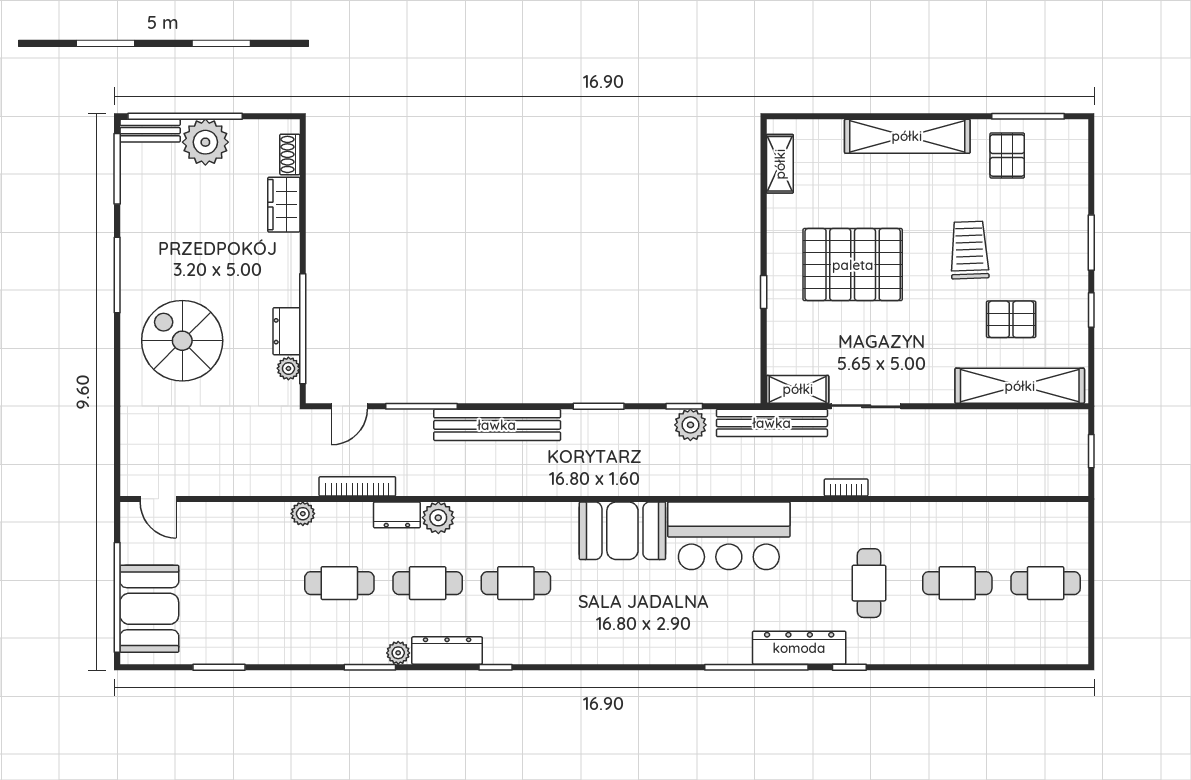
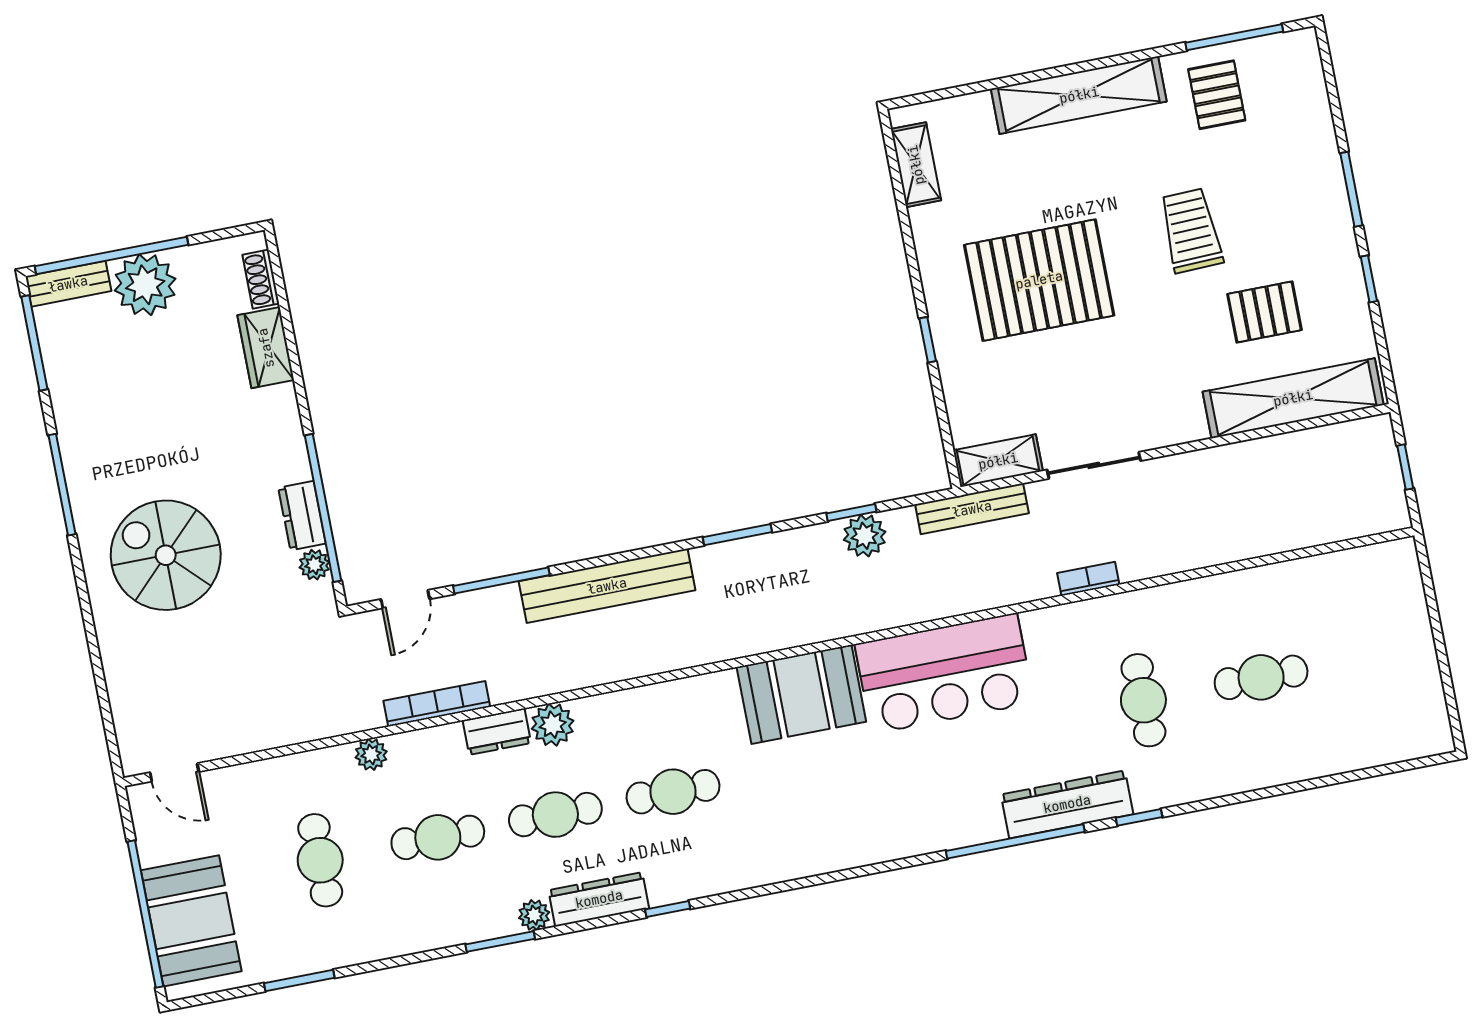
bench: (772, 423) -> (972, 509), width x0.73, depth x0.82
cafe table: (1046, 583) -> (320, 860), moved, turned 90

